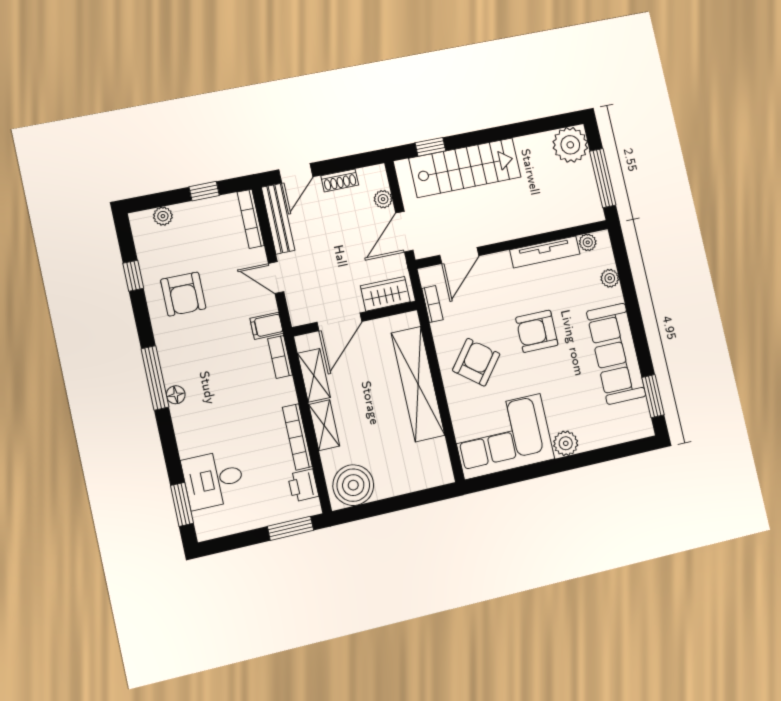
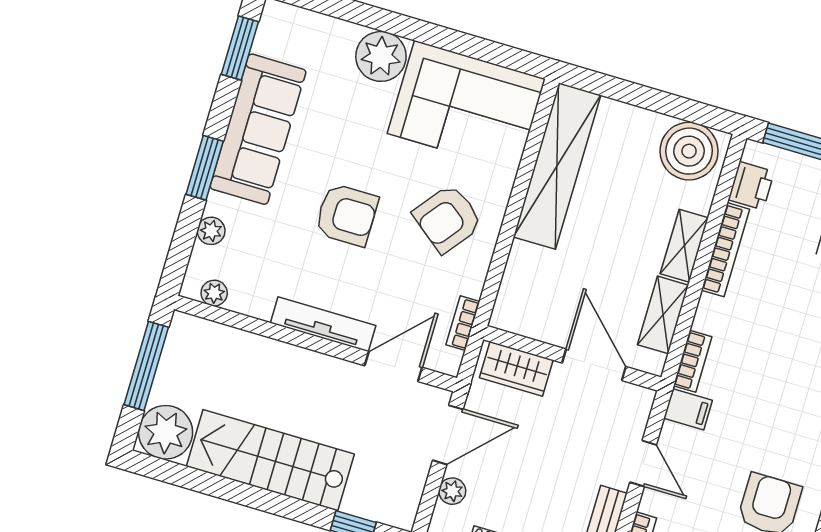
stairs: (465, 168) -> (270, 460), moved
tv unit: (545, 252) -> (323, 324), moved
window: (634, 314) -> (205, 168), added
door: (339, 322) -> (594, 365), hinge flipped
shelving: (418, 384) -> (557, 166), moved
plant: (566, 443) -> (381, 56), width x1.36, depth x1.36

